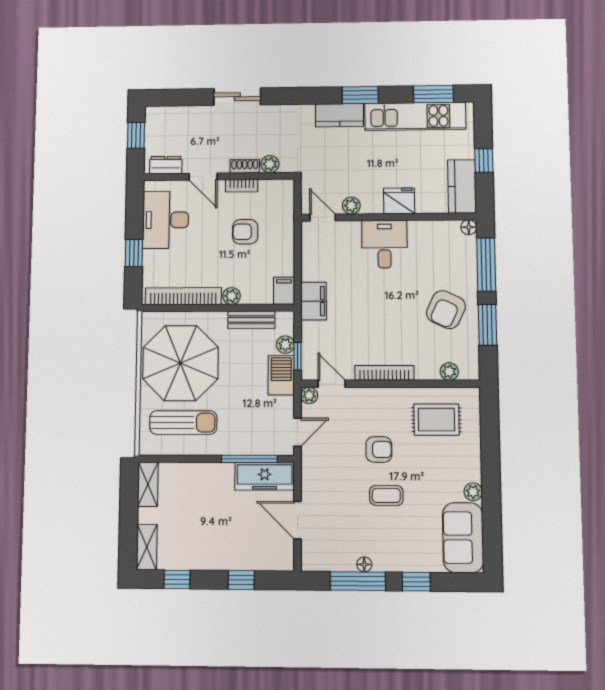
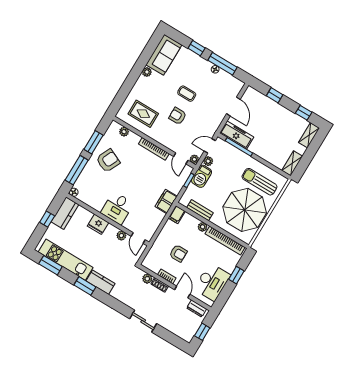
plant: (285, 345) -> (208, 161), moved

